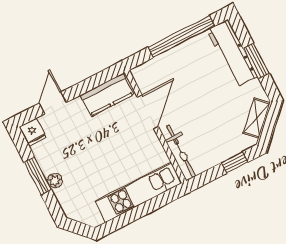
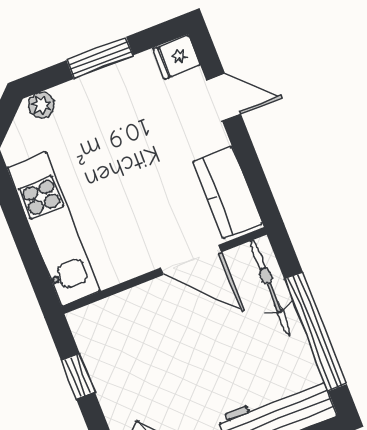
bicycle: (181, 151) -> (270, 287), moved, turned 90
window: (234, 163) -> (78, 376), moved
plant: (55, 181) -> (41, 105), moved

